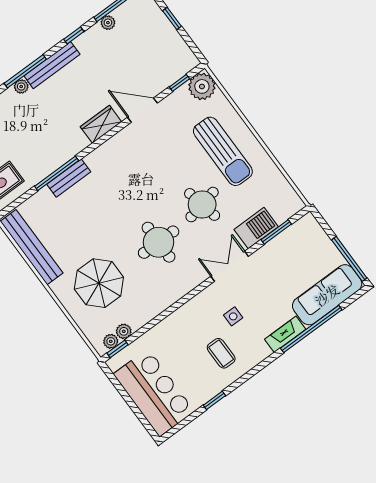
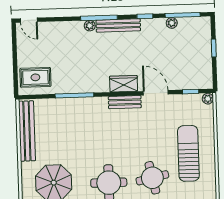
plant: (202, 86) -> (208, 99), width x0.53, depth x0.53
sun lounger: (223, 151) -> (188, 153), turned 180
bench: (69, 178) -> (125, 102), moved

